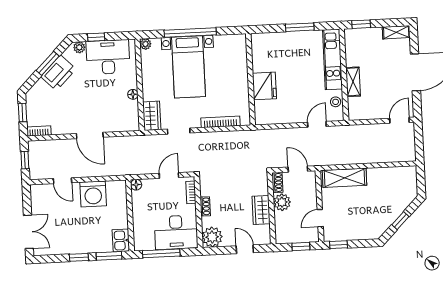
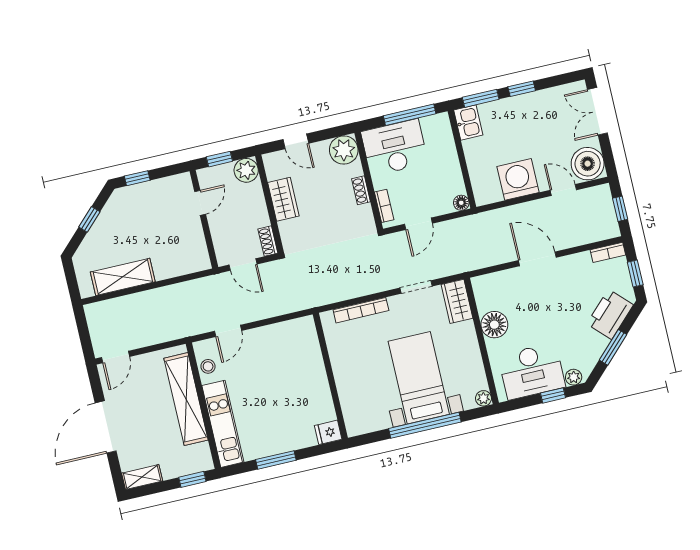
printer: (58, 73) -> (610, 314), moved
shelving: (353, 82) -> (186, 399), width x2.20, depth x1.33
fridge: (264, 86) -> (328, 432), moved, width x0.53, depth x0.75
floor lamp: (133, 94) -> (494, 325), width x1.89, depth x1.89
shelving: (345, 178) -> (123, 277), moved
boiler: (42, 196) -> (588, 164), added
plant: (282, 202) -> (246, 170), moved
window: (338, 245) -> (137, 178), moved

